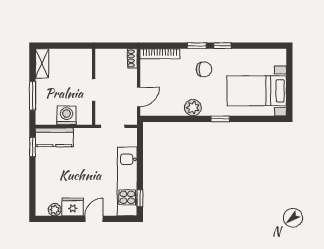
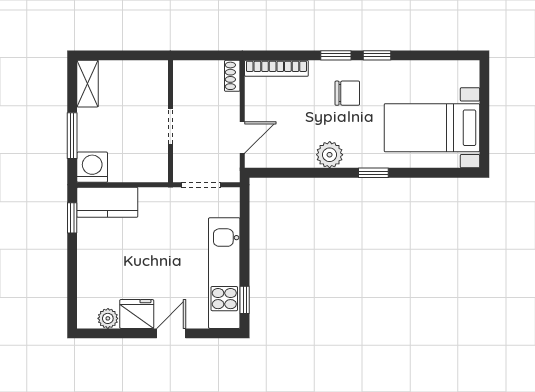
washing machine: (67, 115) -> (92, 167), moved

